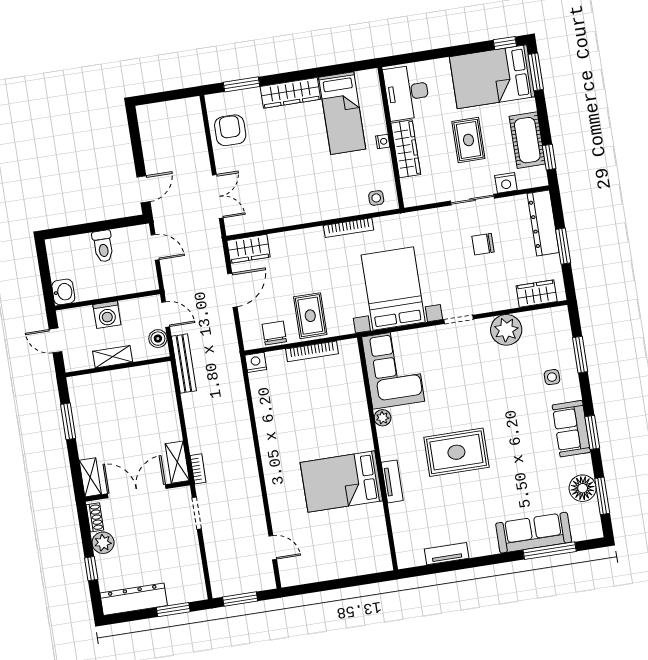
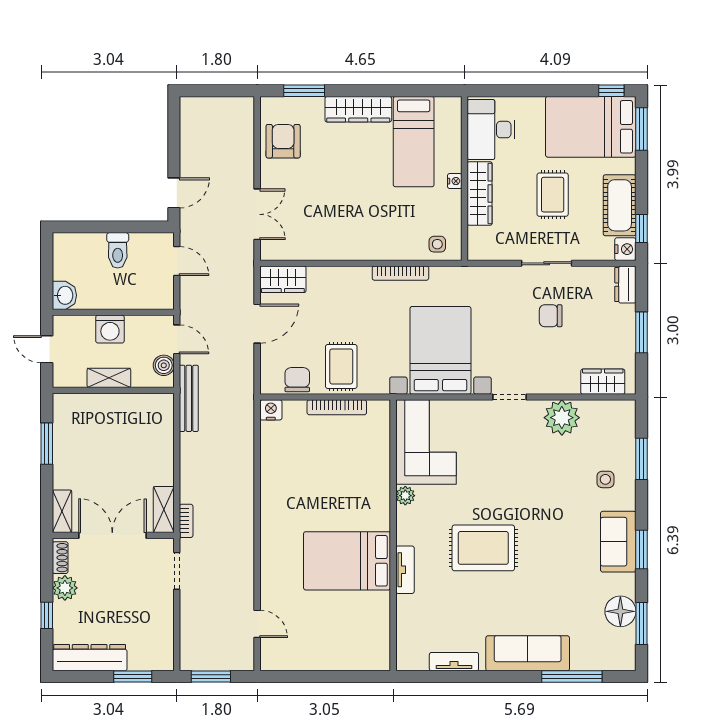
nightstand: (506, 183) -> (625, 249), moved, turned -90
dresser: (543, 223) -> (625, 285), width x0.51, depth x0.80
sofa: (534, 533) -> (528, 653), moved

